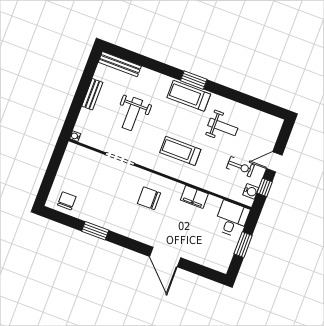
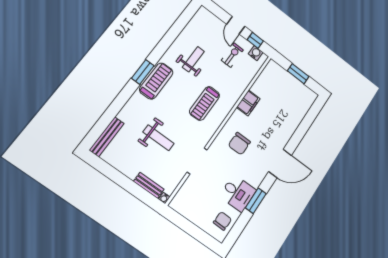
bench: (92, 94) -> (149, 185), moved
treadmill: (189, 96) -> (156, 81), turned 180
chair: (67, 201) -> (223, 221), turned 92
desk: (232, 219) -> (238, 193), moved, turned 180
door: (165, 257) -> (280, 163), moved

